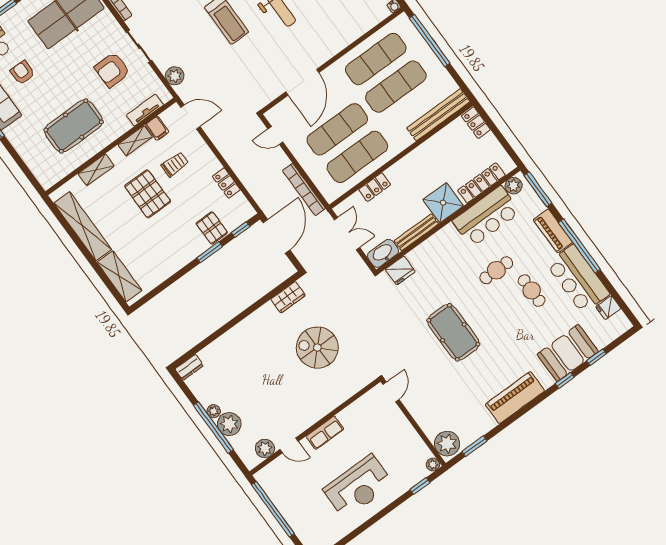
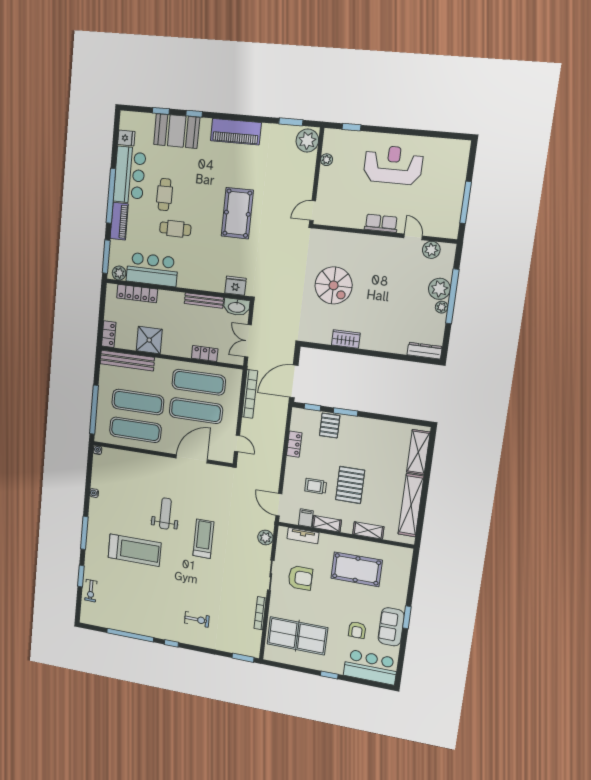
shower: (443, 203) -> (149, 340), moved
wardrobe: (288, 297) -> (346, 339), moved
dresser: (189, 367) -> (425, 351), width x1.44
plant: (433, 465) -> (327, 160), moved
window: (273, 509) -> (466, 202), width x0.68

